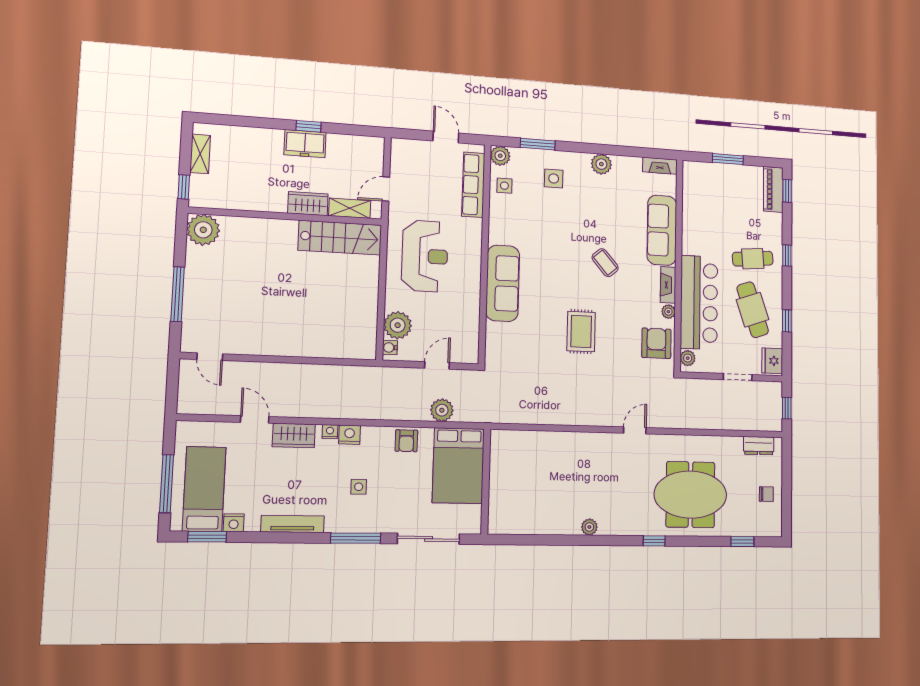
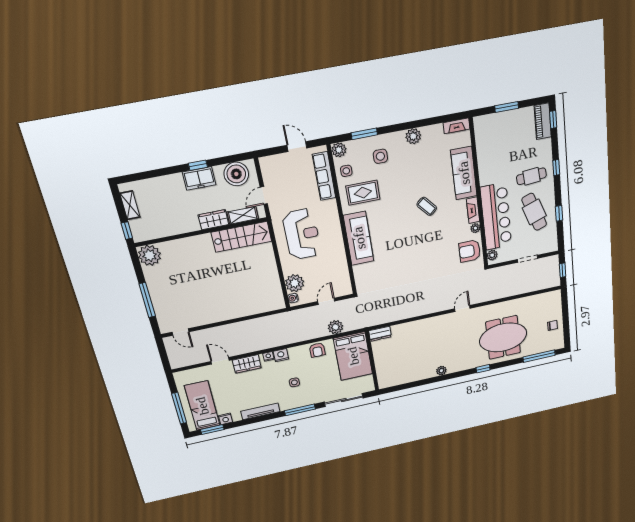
boiler: (356, 151) -> (236, 174), added
rug: (581, 331) -> (363, 193), moved, turned 90
armchair: (656, 343) -> (470, 251), turned -90
fridge: (772, 361) -> (551, 242), removed
dresser: (759, 446) -> (380, 334), moved
window: (742, 542) -> (539, 356), width x2.17

